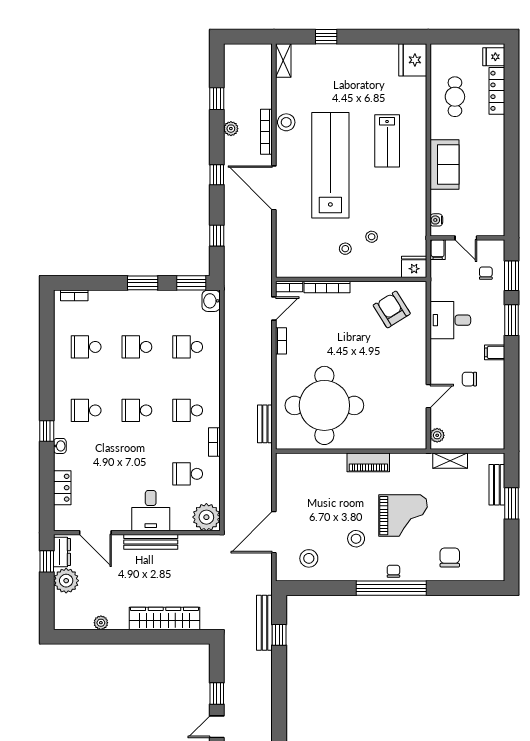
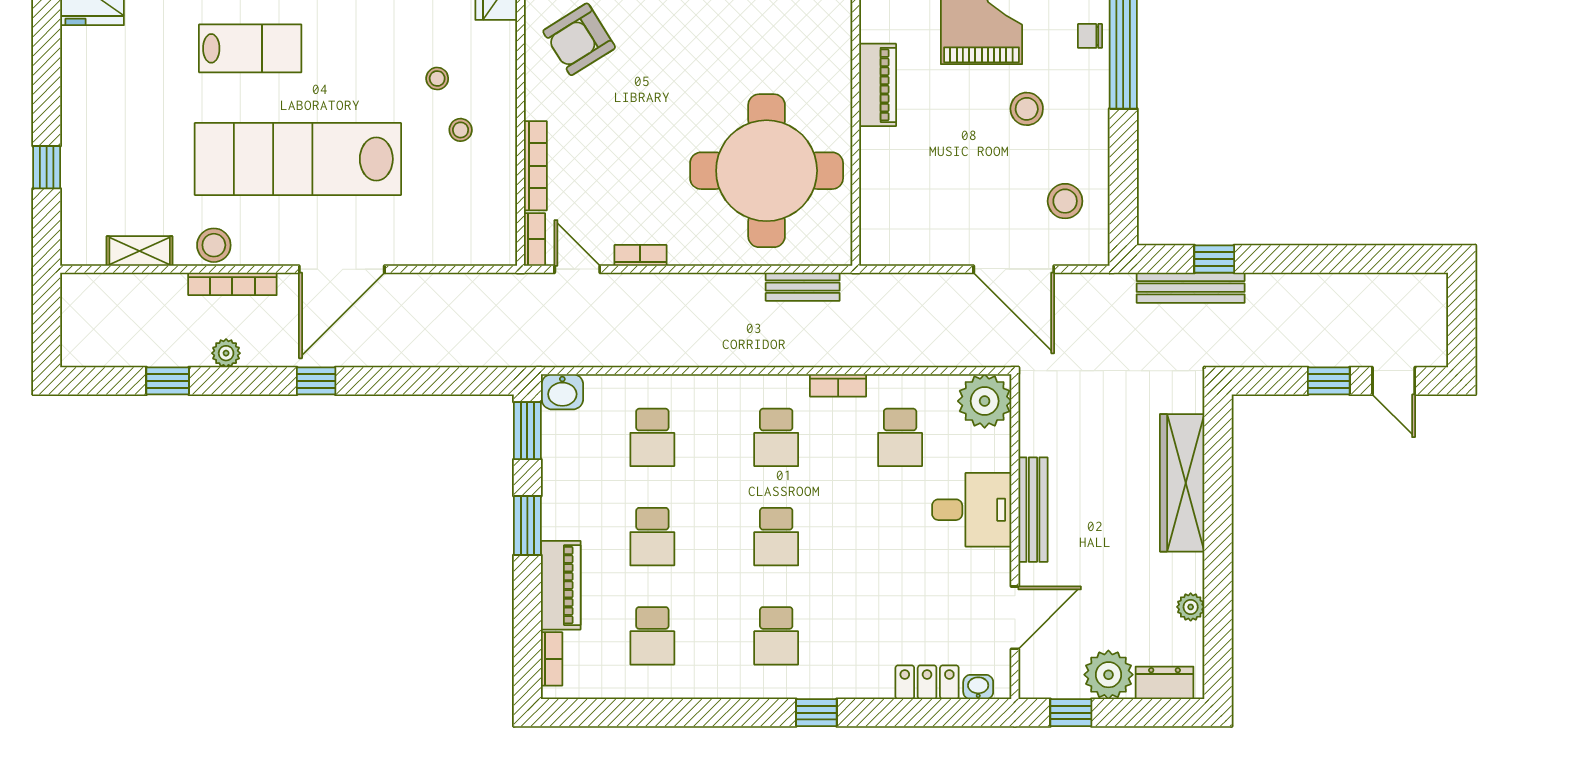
shelving: (283, 60) -> (140, 251), moved
window: (217, 236) -> (435, 381), removed
piano: (112, 300) -> (561, 585), added
washbasin: (60, 446) -> (978, 687), moved
dresser: (62, 552) -> (1165, 683), moved

